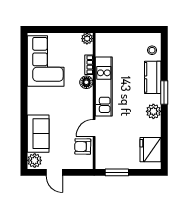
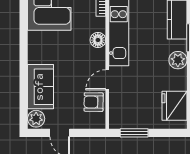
floor lamp: (86, 82) -> (98, 40), moved

